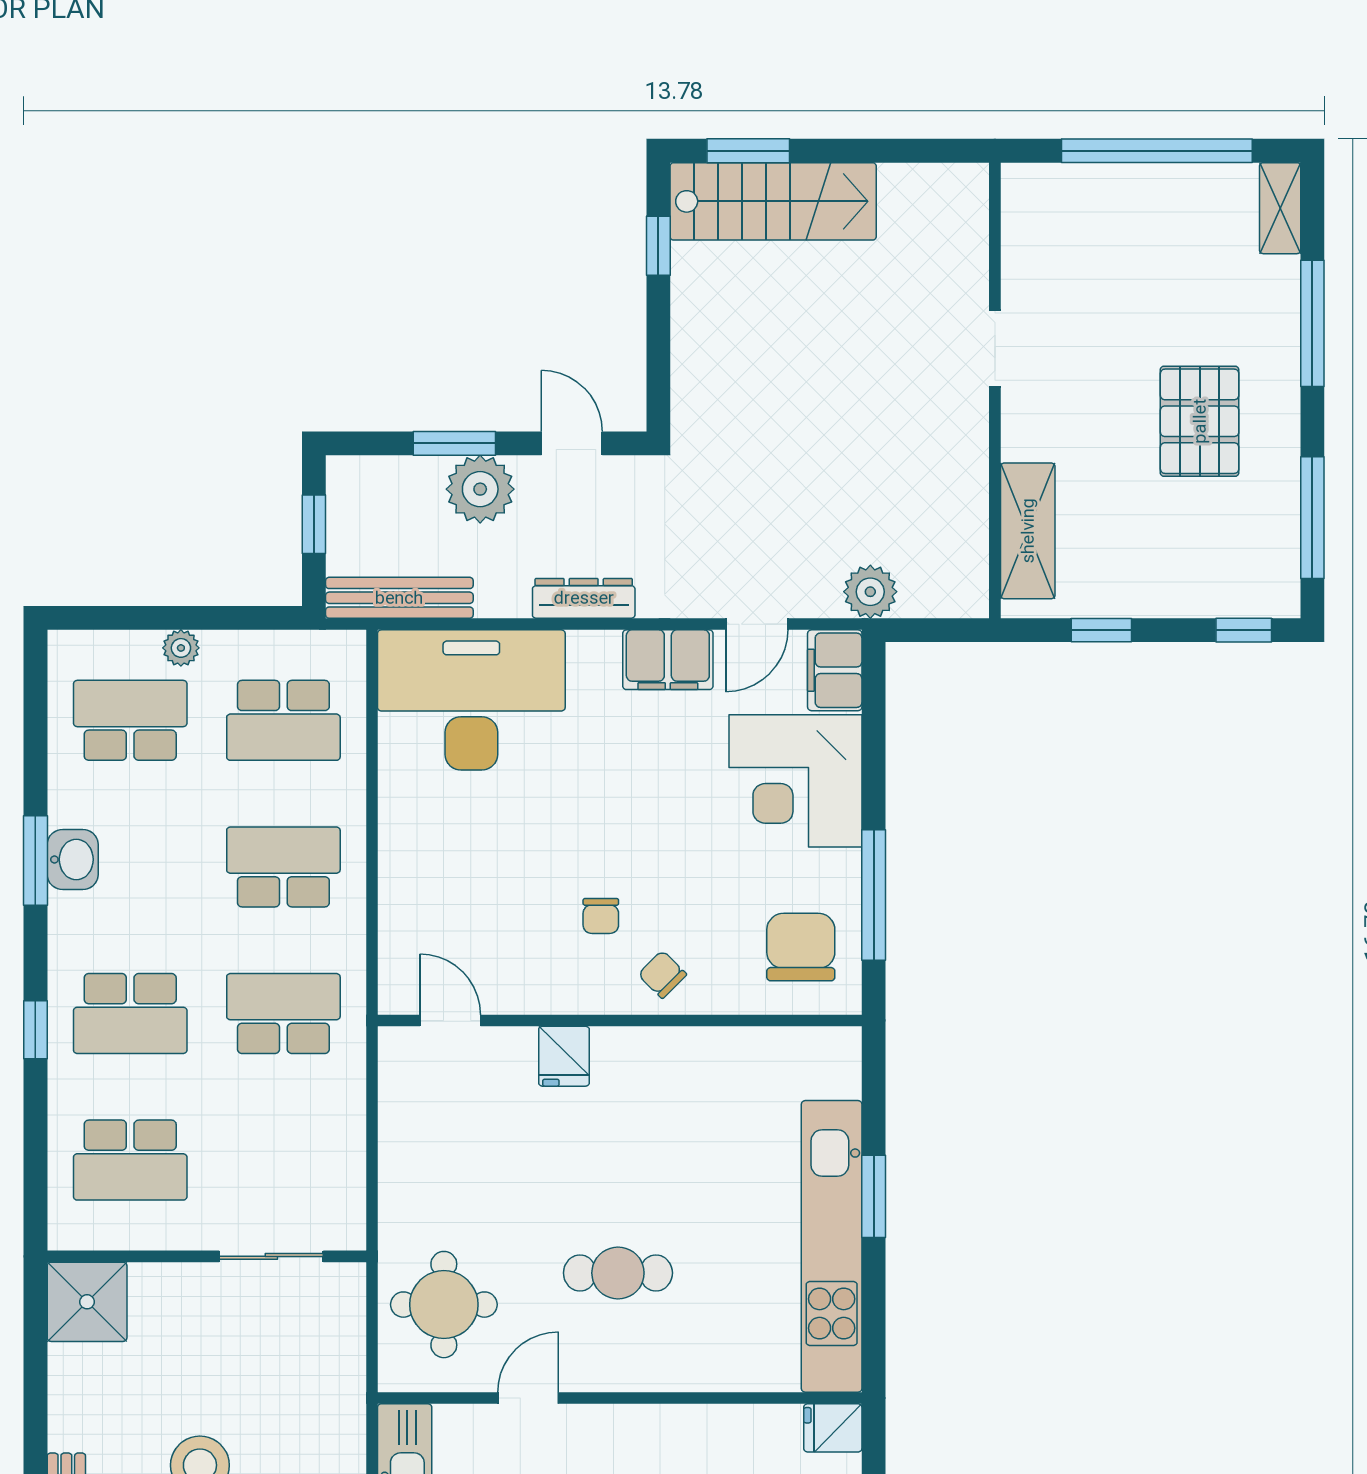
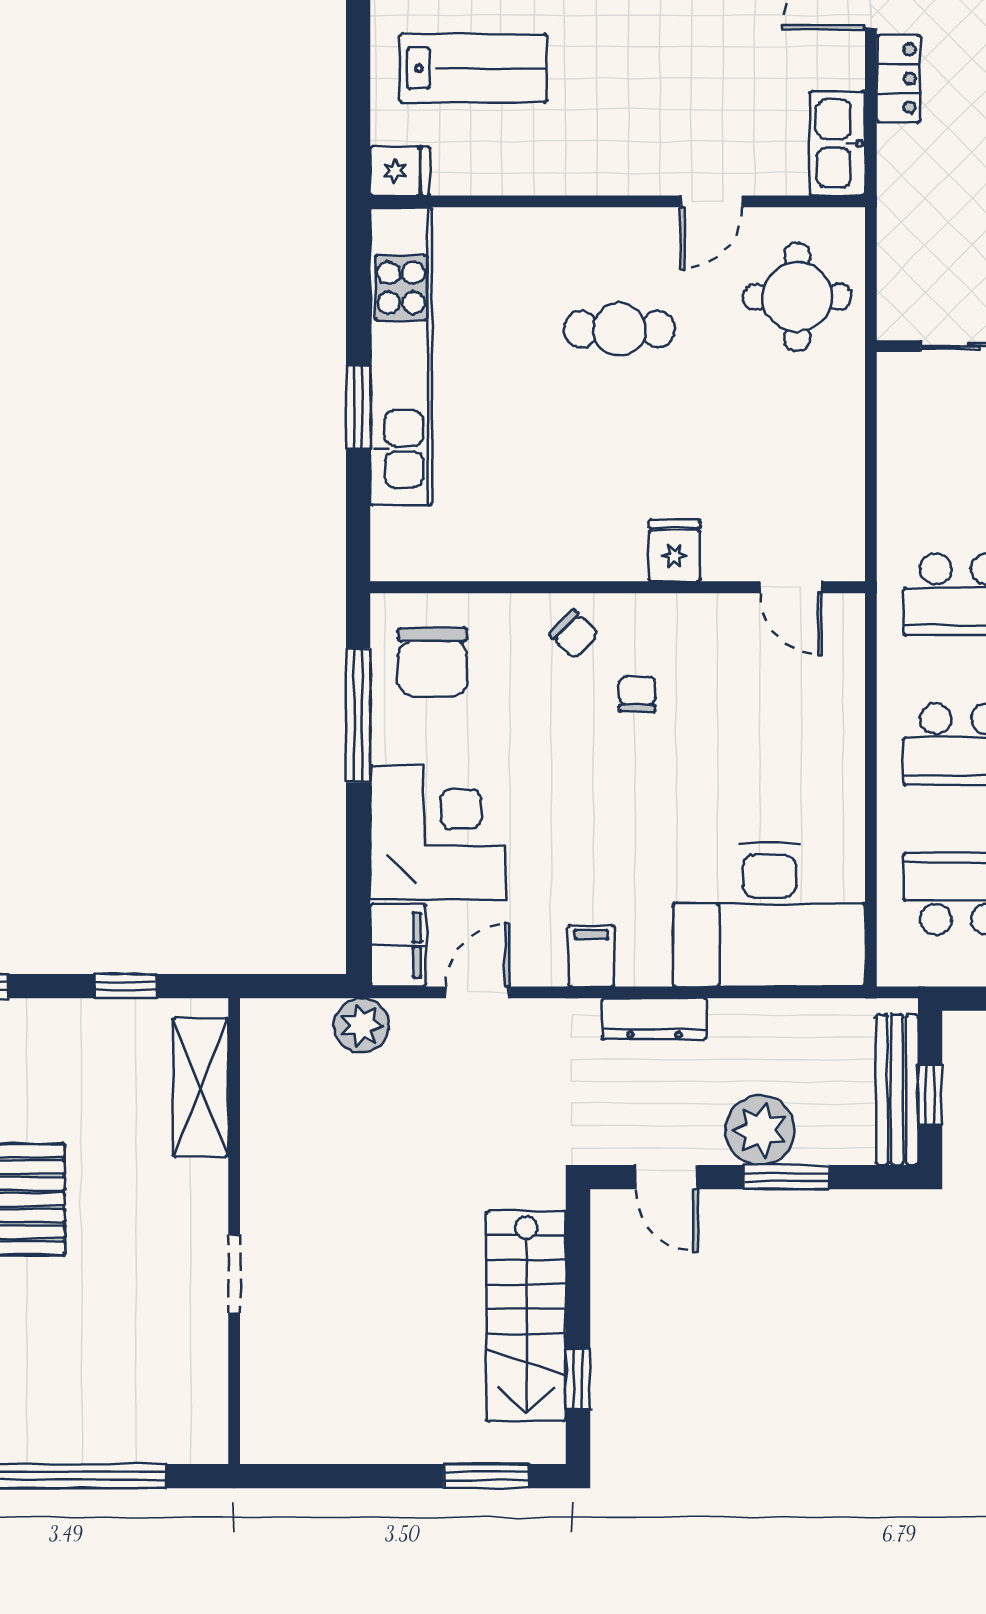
stairs: (773, 201) -> (526, 1316), moved, turned -90
bench: (399, 598) -> (897, 1090), moved, turned 90
filing cabinet: (668, 660) -> (591, 956), width x0.50

